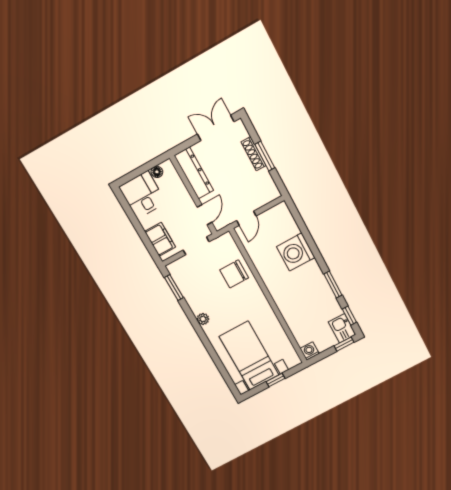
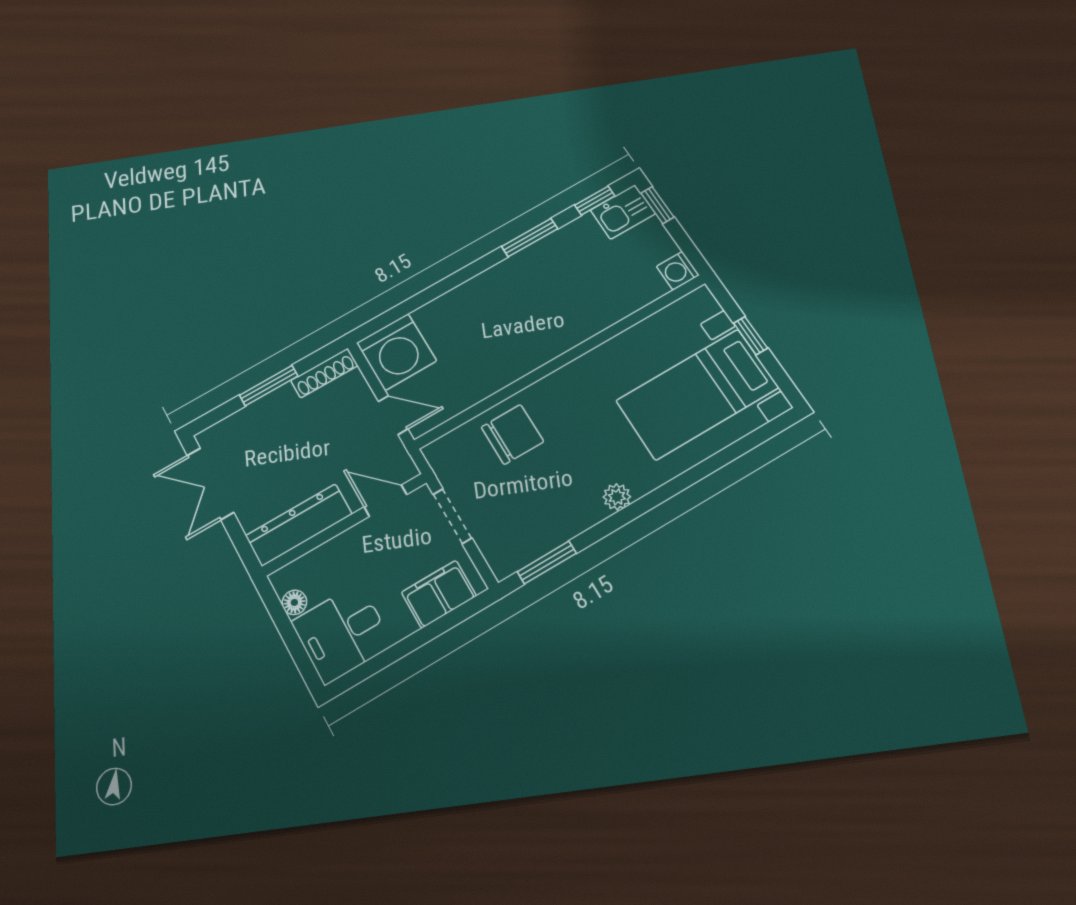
shoe rack: (254, 154) -> (324, 373), moved
washing machine: (296, 252) -> (396, 352), moved
chair: (234, 274) -> (512, 434), turned -90

